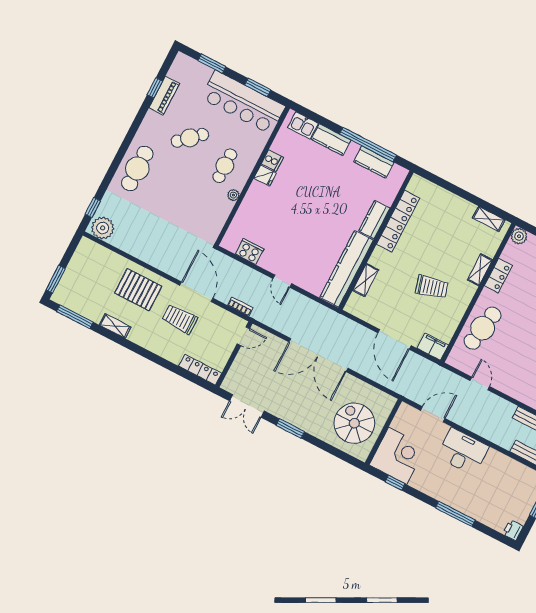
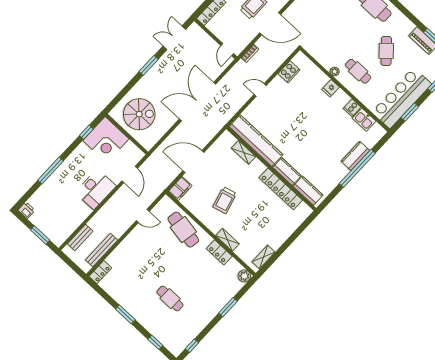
kitchen sink: (303, 125) -> (364, 120), moved, turned -90
window: (368, 144) -> (357, 168), moved
kitchen counter: (374, 162) -> (308, 191), moved, turned 90
fridge: (265, 176) -> (331, 88), moved

